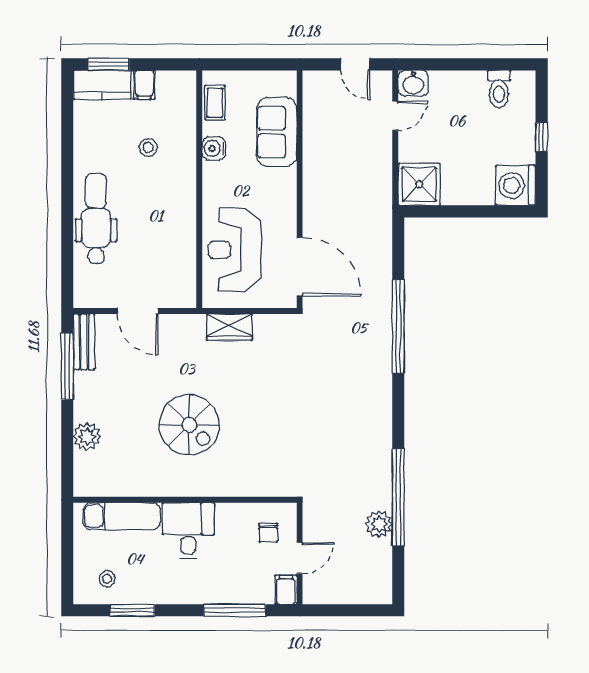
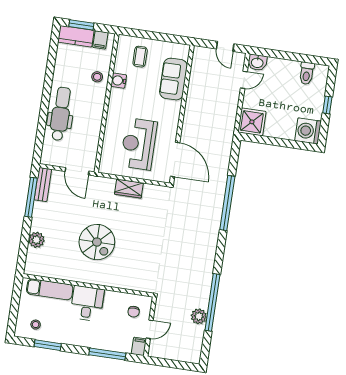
water cooler: (214, 148) -> (119, 81), moved
wall: (199, 189) -> (107, 103), moved

